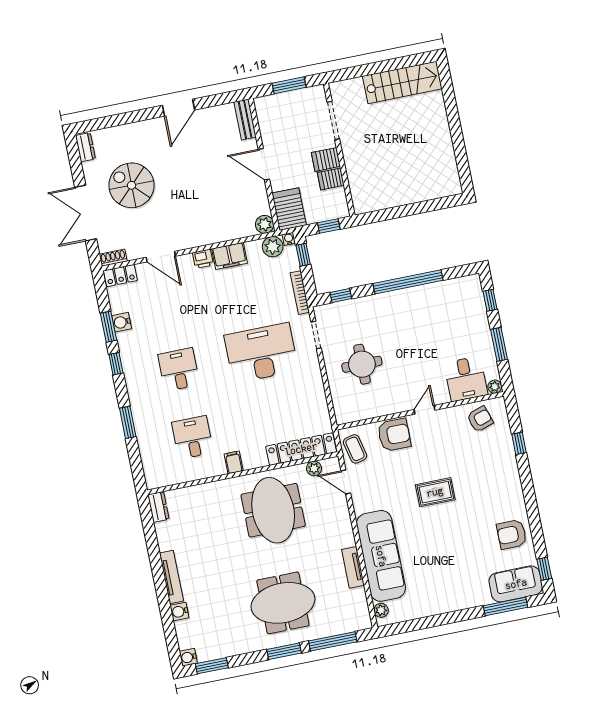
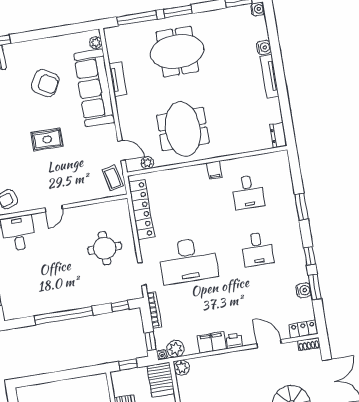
armchair: (394, 435) -> (45, 83), moved, turned -150
locker: (301, 449) -> (141, 210), moved, turned -90

